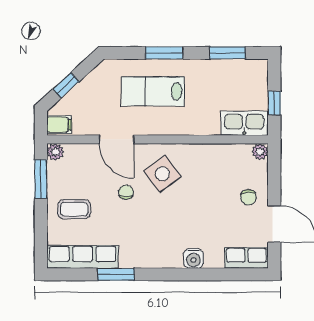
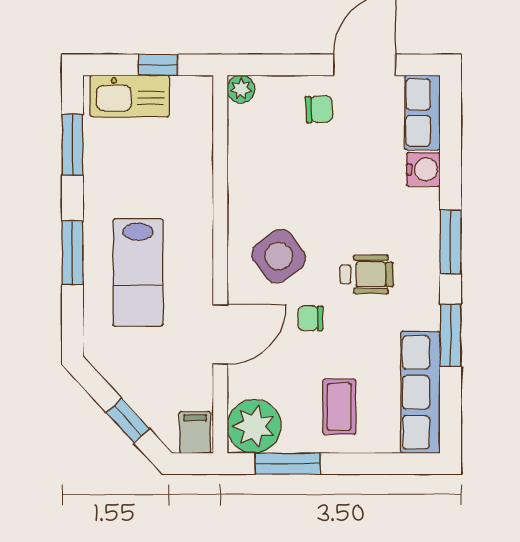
kitchen sink: (244, 123) -> (130, 96), moved, turned -90
plant: (55, 152) -> (254, 426), width x1.88, depth x1.88
wheelchair: (152, 225) -> (367, 274), added
water cooler: (193, 258) -> (423, 169), moved
window: (171, 274) -> (451, 242), added

